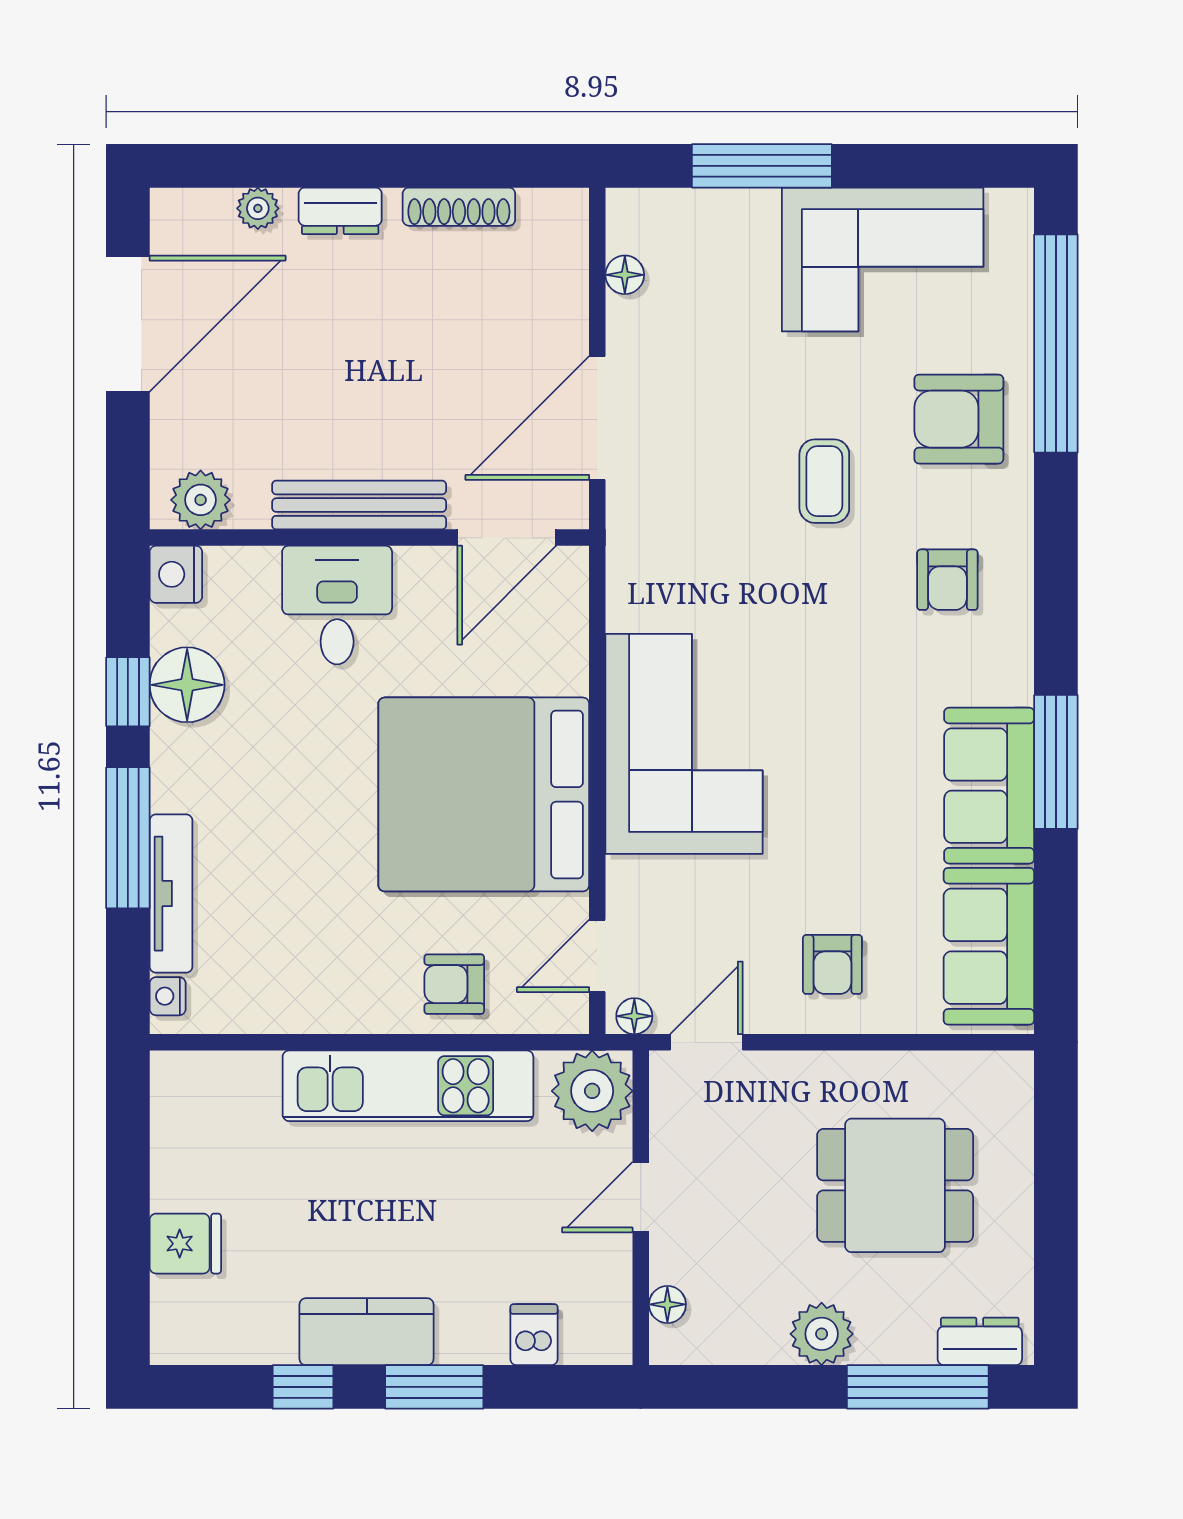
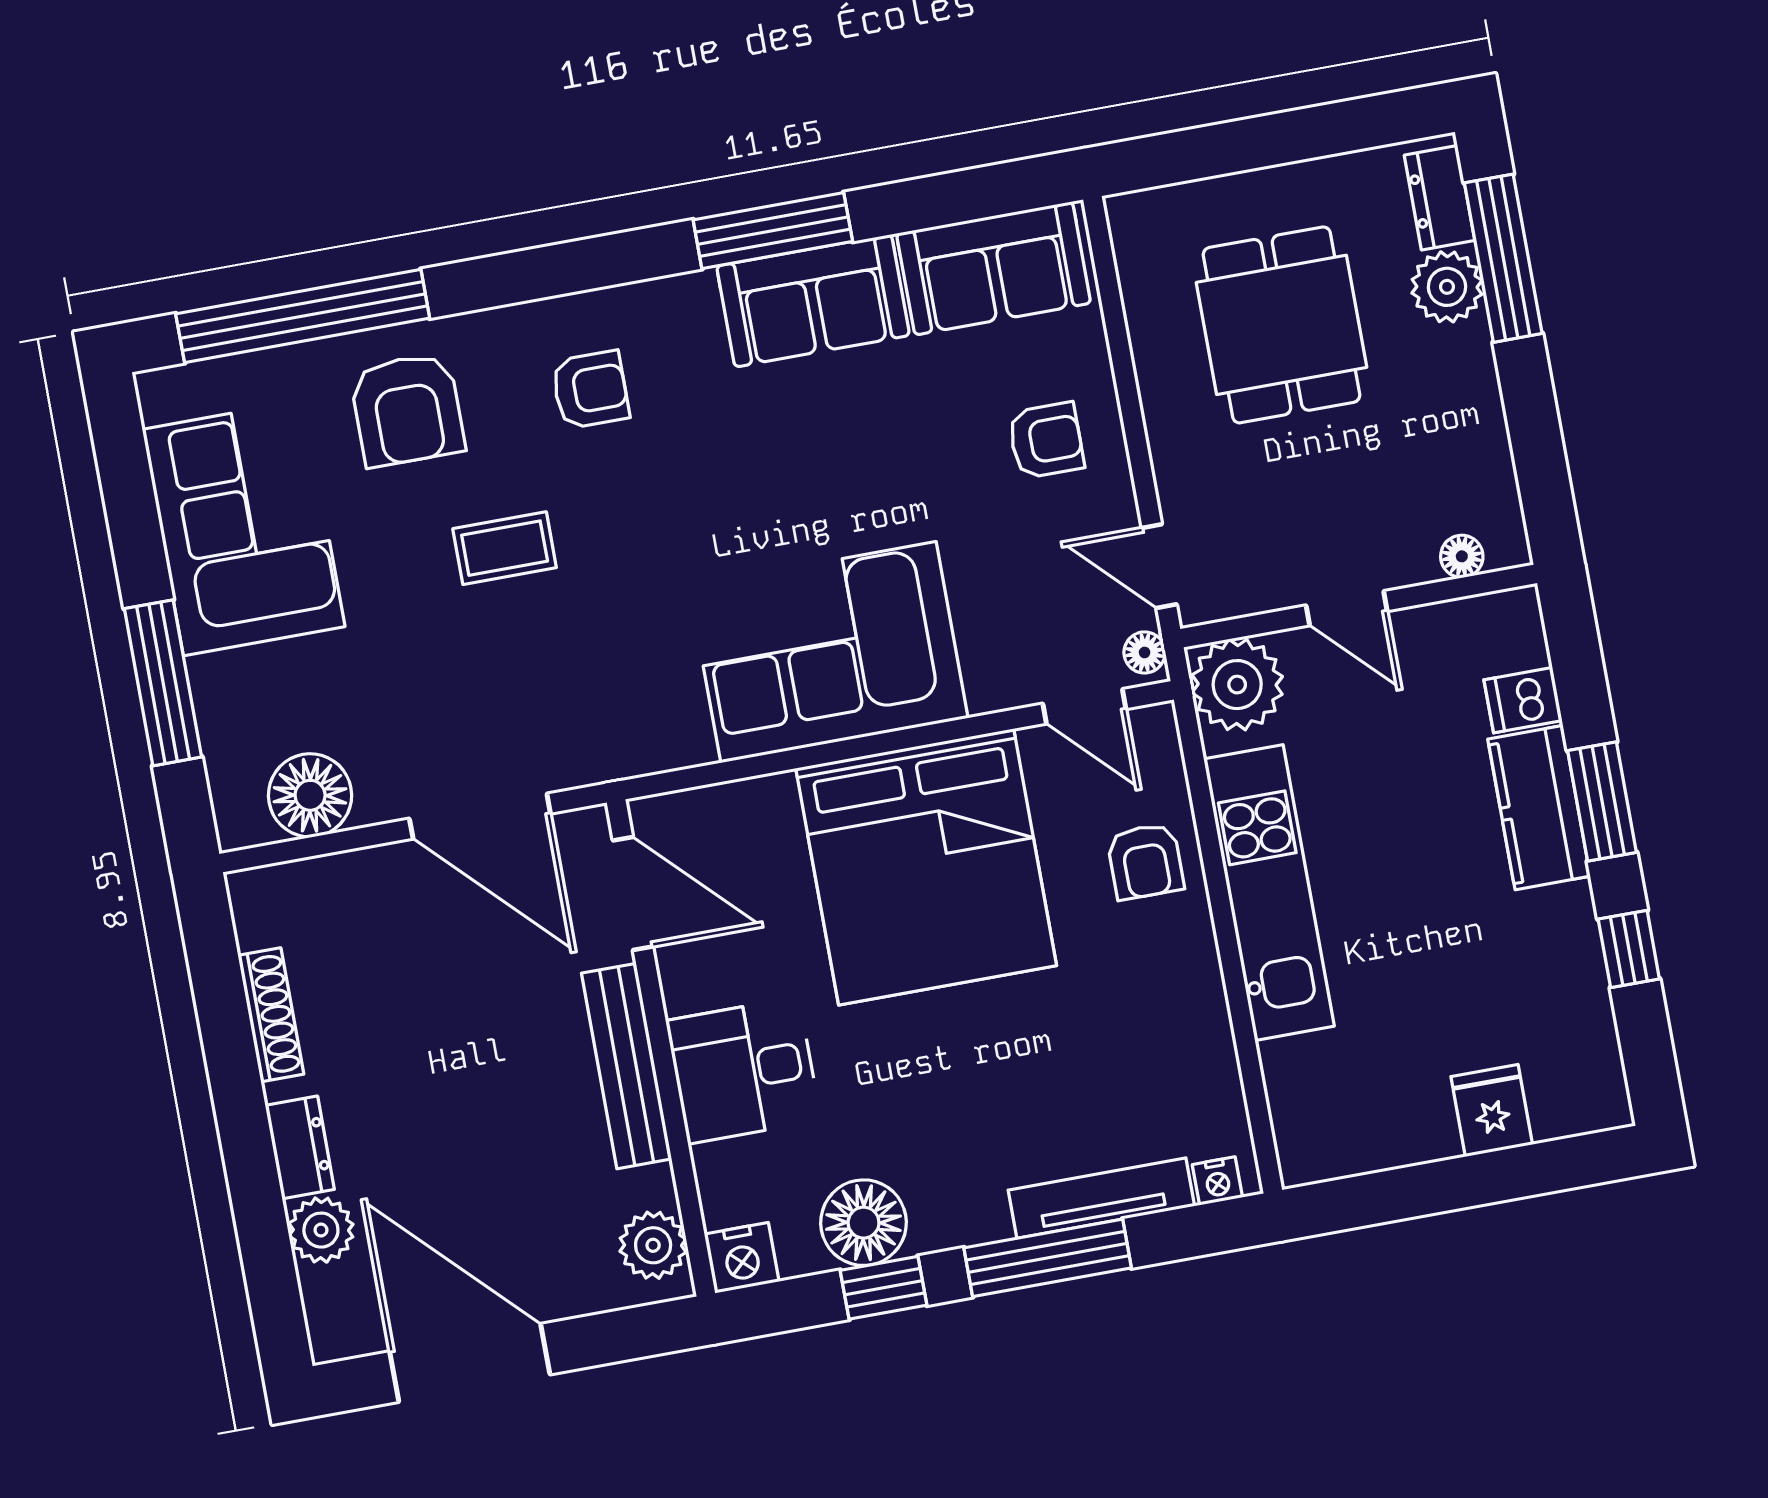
plant: (258, 208) -> (321, 1230), width x1.38, depth x1.38
floor lamp: (625, 275) -> (310, 795), width x1.89, depth x1.89
kitchen counter: (367, 1332) -> (1539, 808), moved
plant: (822, 1334) -> (1447, 287), moved

